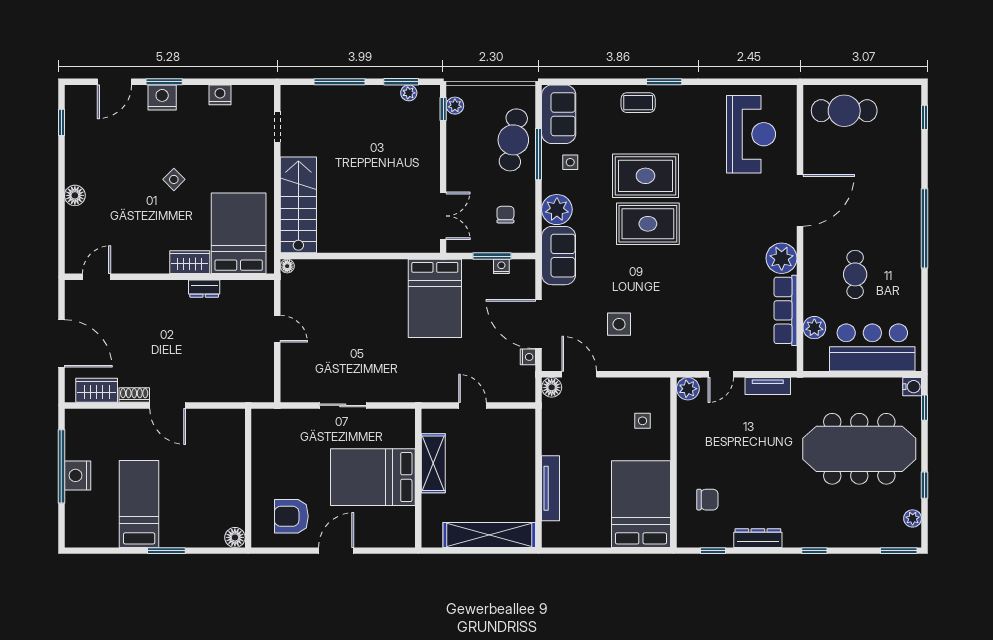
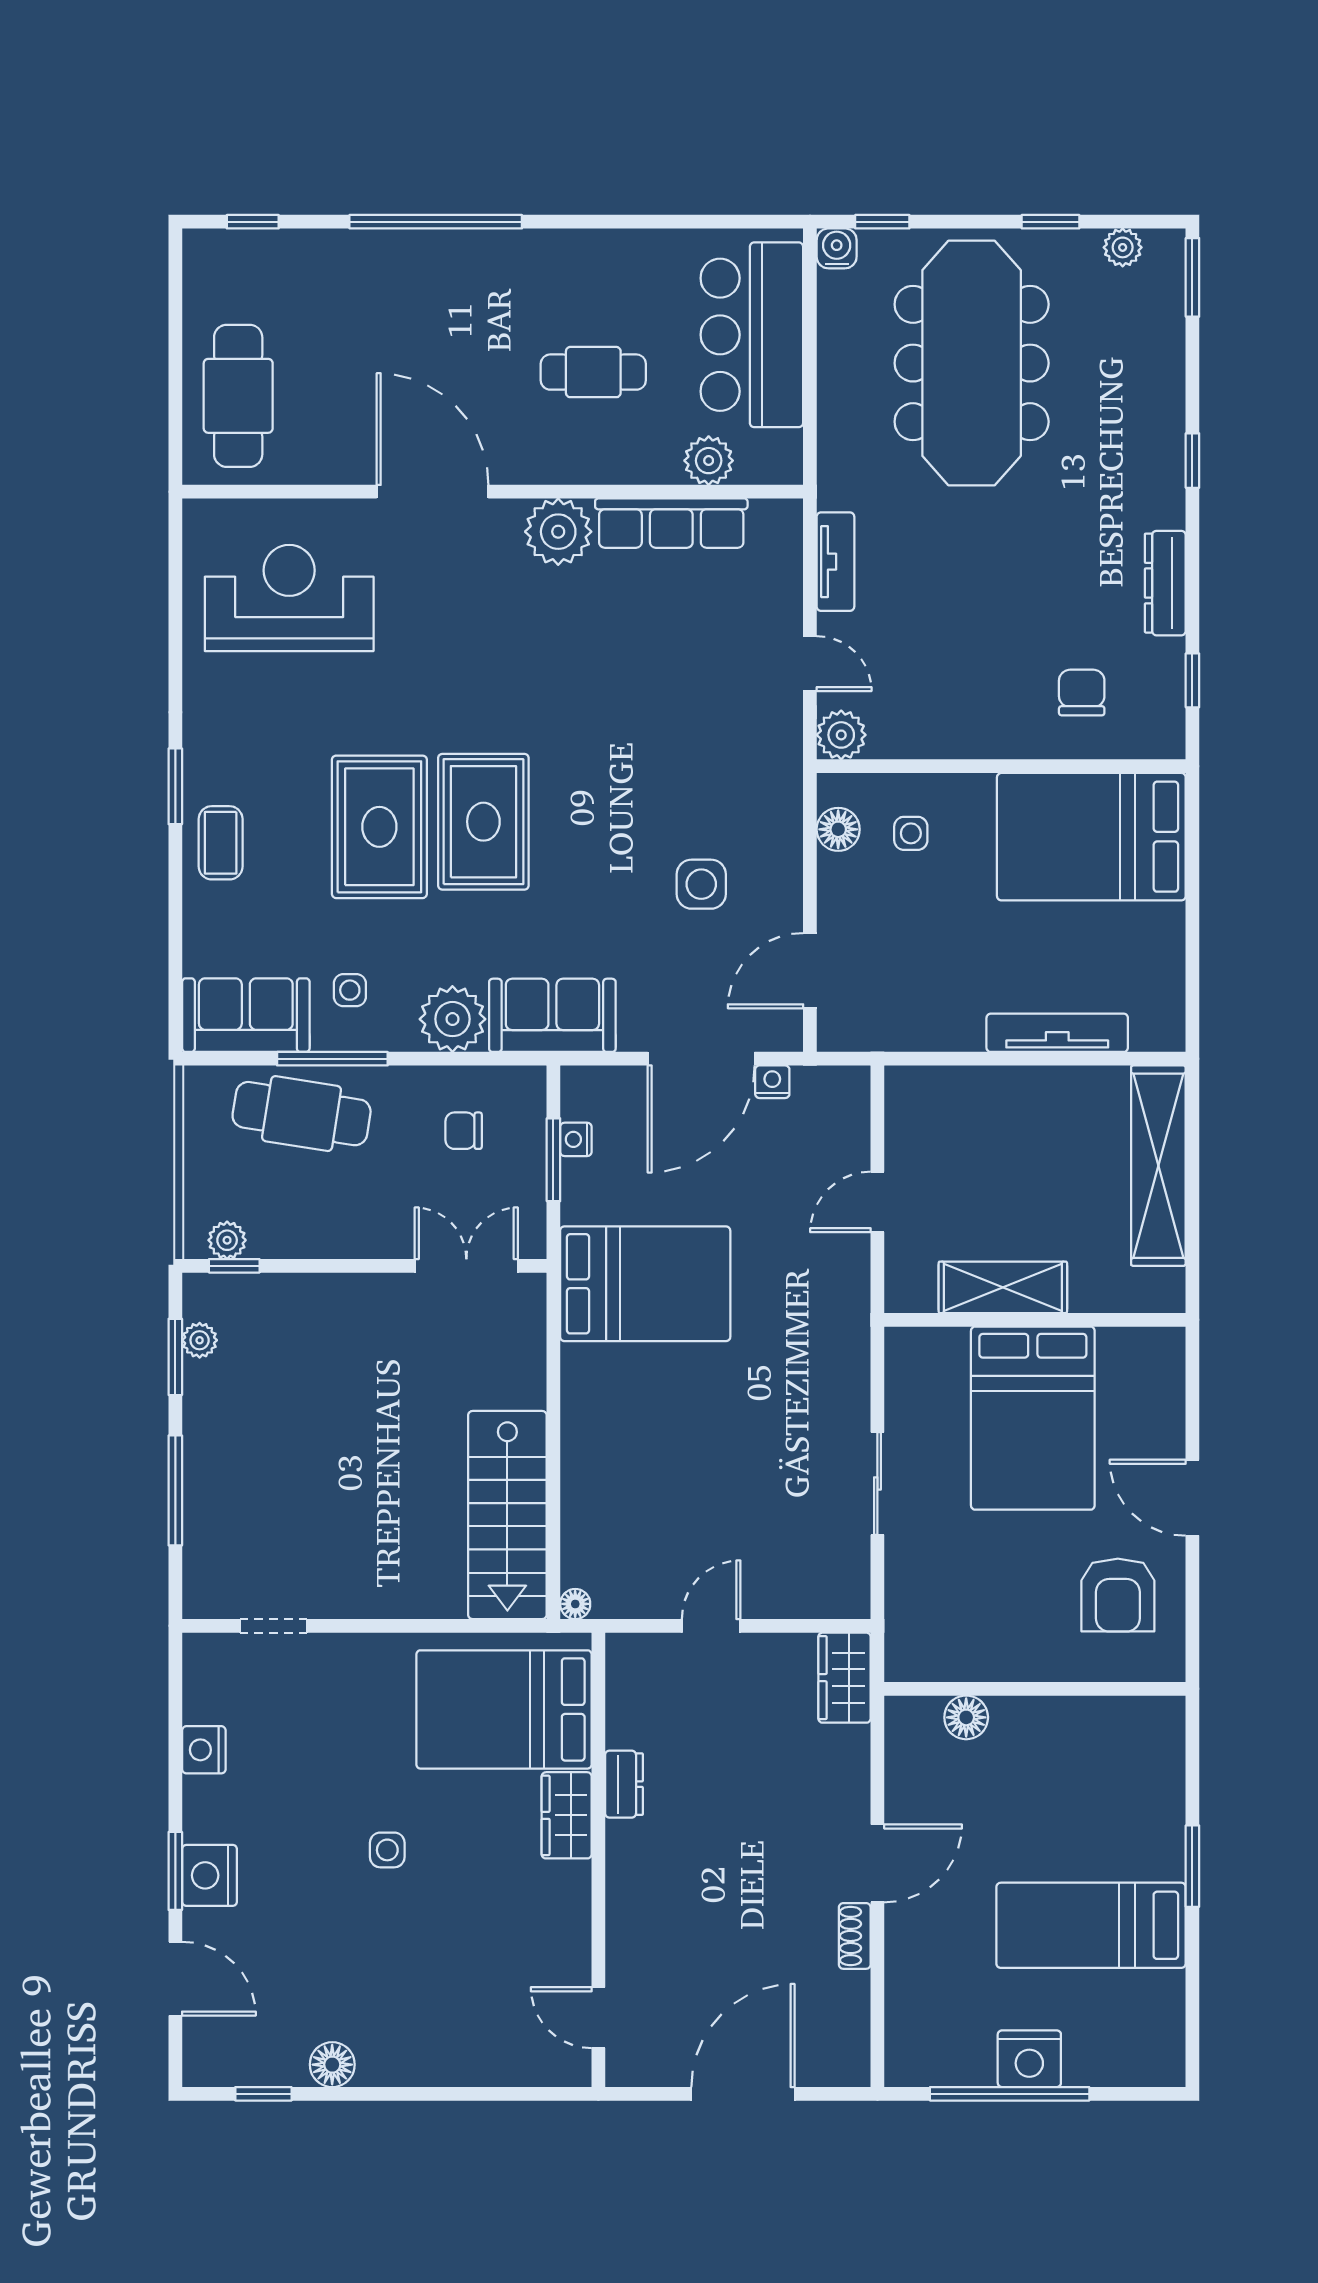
side table: (174, 179) -> (387, 1850), turned 45
floor lamp: (75, 195) -> (332, 2065), moved
stairs: (298, 205) -> (507, 1515), moved, turned -90
window: (924, 228) -> (436, 222), moved
floor lamp: (552, 387) -> (838, 829), moved
wardrobe: (97, 390) -> (844, 1678), moved
floor lamp: (235, 537) -> (966, 1717), moved

